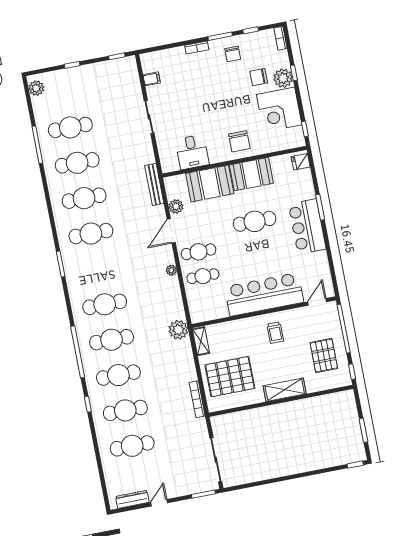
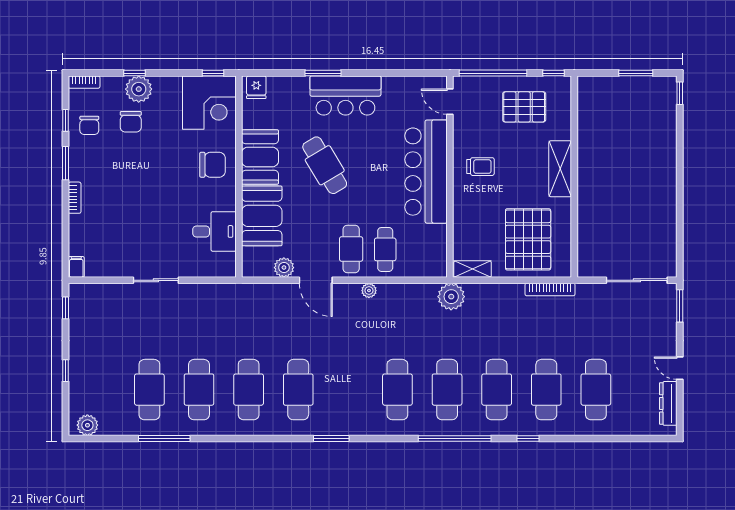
chair: (233, 54) -> (89, 125), moved, turned 90
filing cabinet: (152, 79) -> (76, 267), moved
corner desk: (279, 110) -> (209, 103), moved
bench: (154, 184) -> (249, 291), removed
cafe table: (255, 221) -> (325, 165), turned -31

